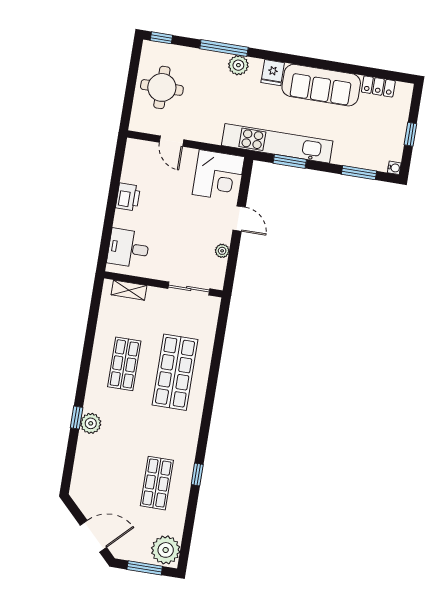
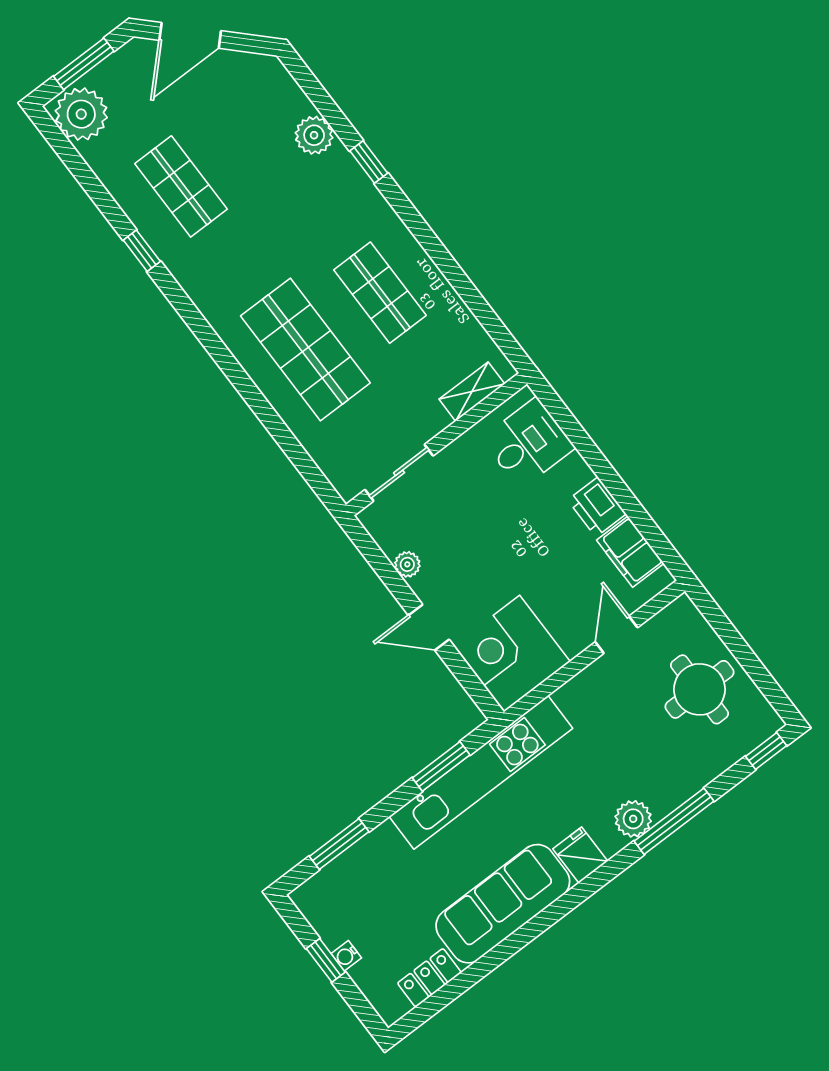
door: (171, 141) -> (616, 635), hinge flipped
filing cabinet: (133, 167) -> (630, 552), added
water cooler: (394, 168) -> (346, 956), moved
plant: (91, 423) -> (314, 135), moved

